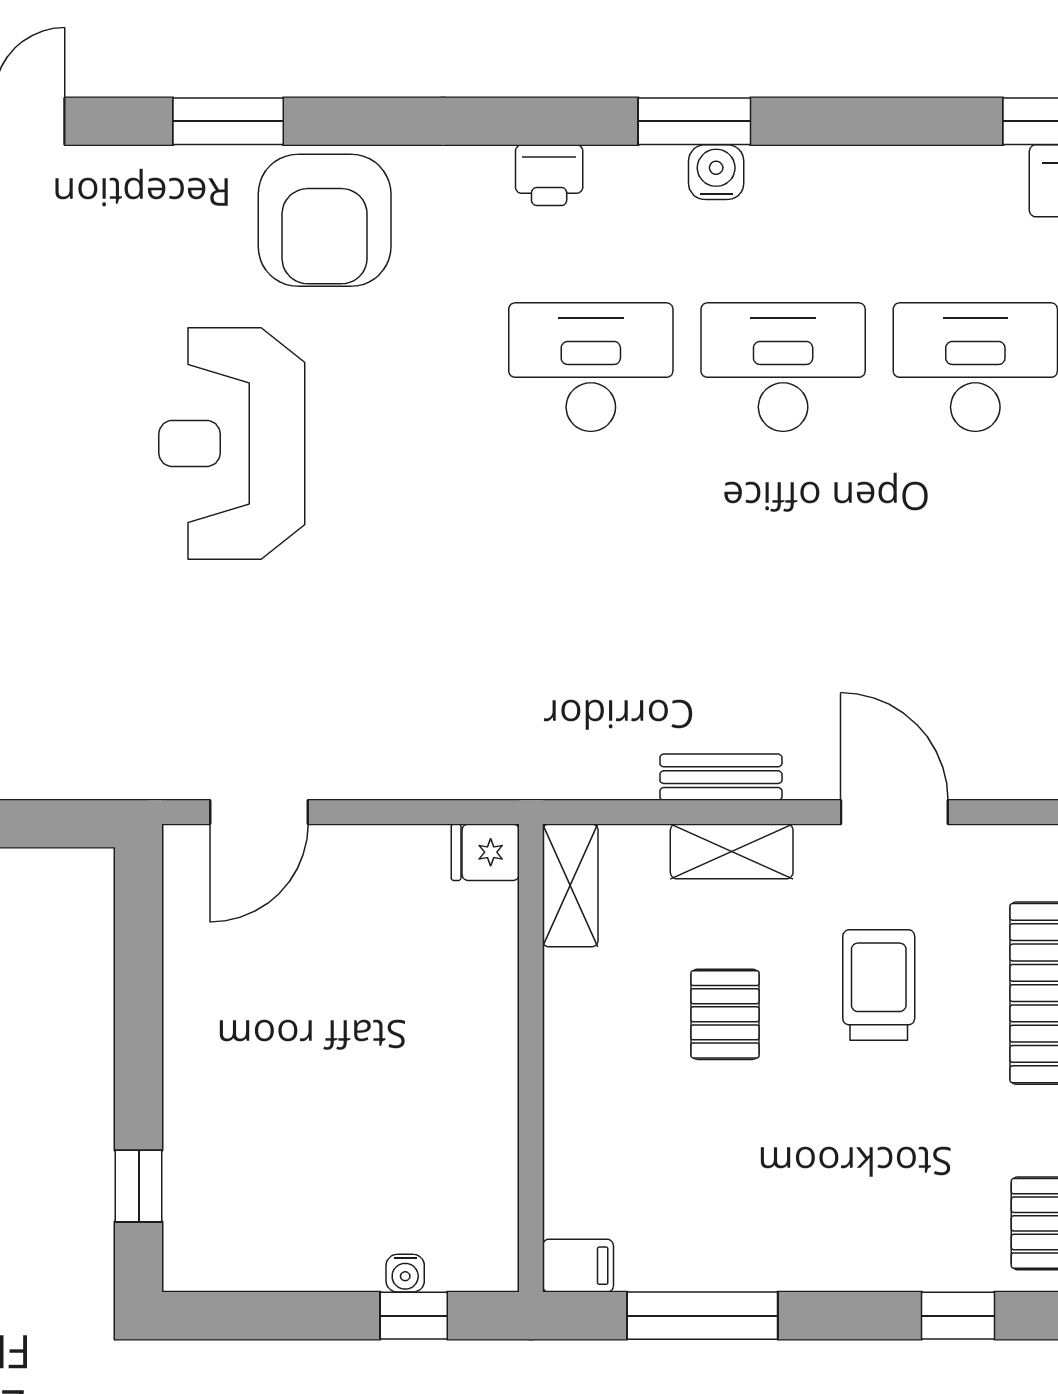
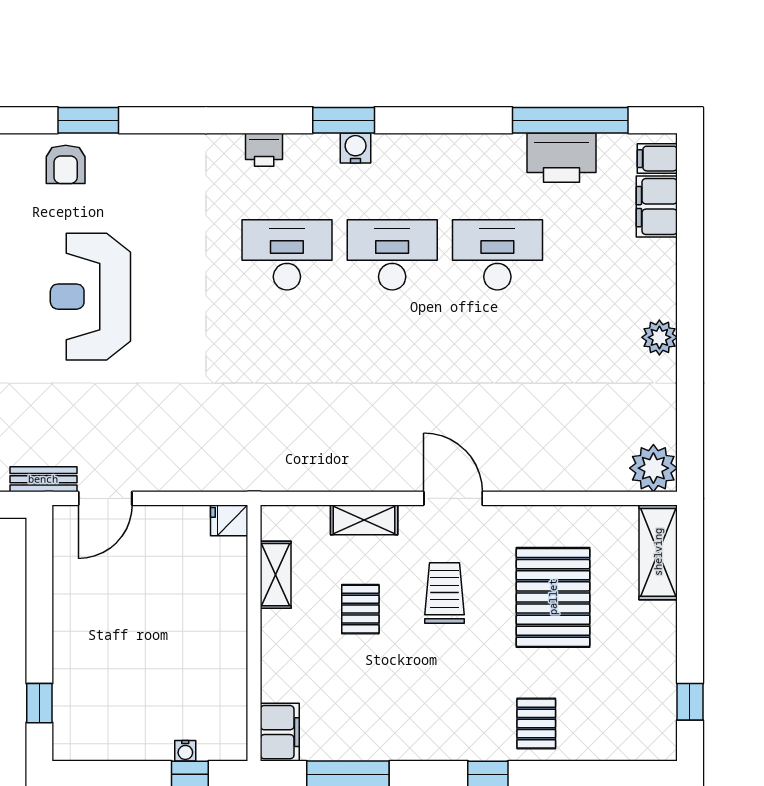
armchair: (325, 220) -> (66, 164), moved, width x0.53, depth x0.53
bench: (721, 777) -> (43, 479), moved
shelving: (570, 885) -> (276, 575), moved
filing cabinet: (578, 1266) -> (280, 732), width x2.00

